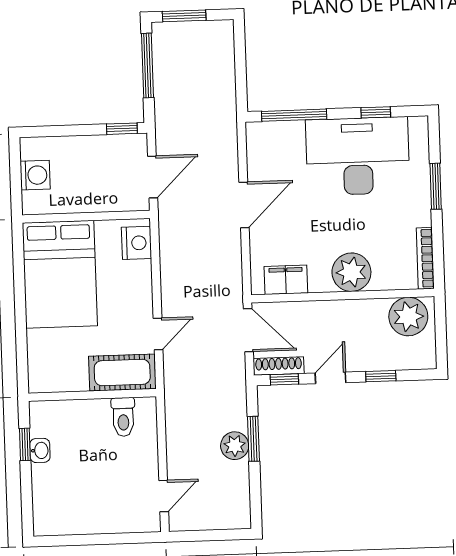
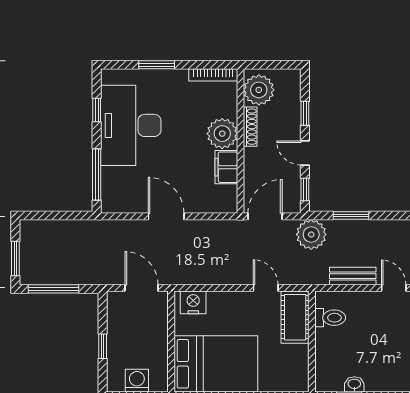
window: (122, 129) -> (103, 346), moved
filing cabinet: (286, 280) -> (226, 167), moved
shoe rack: (279, 366) -> (250, 127), moved, turned 180
bench: (177, 444) -> (353, 276), added
plant: (235, 446) -> (311, 234), moved, width x1.36, depth x1.36

